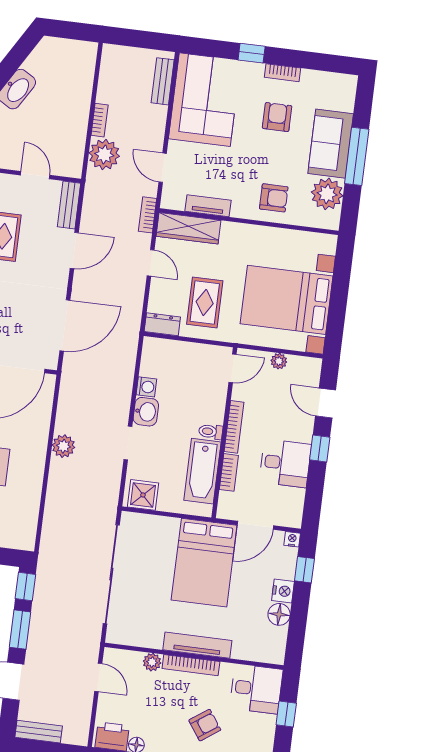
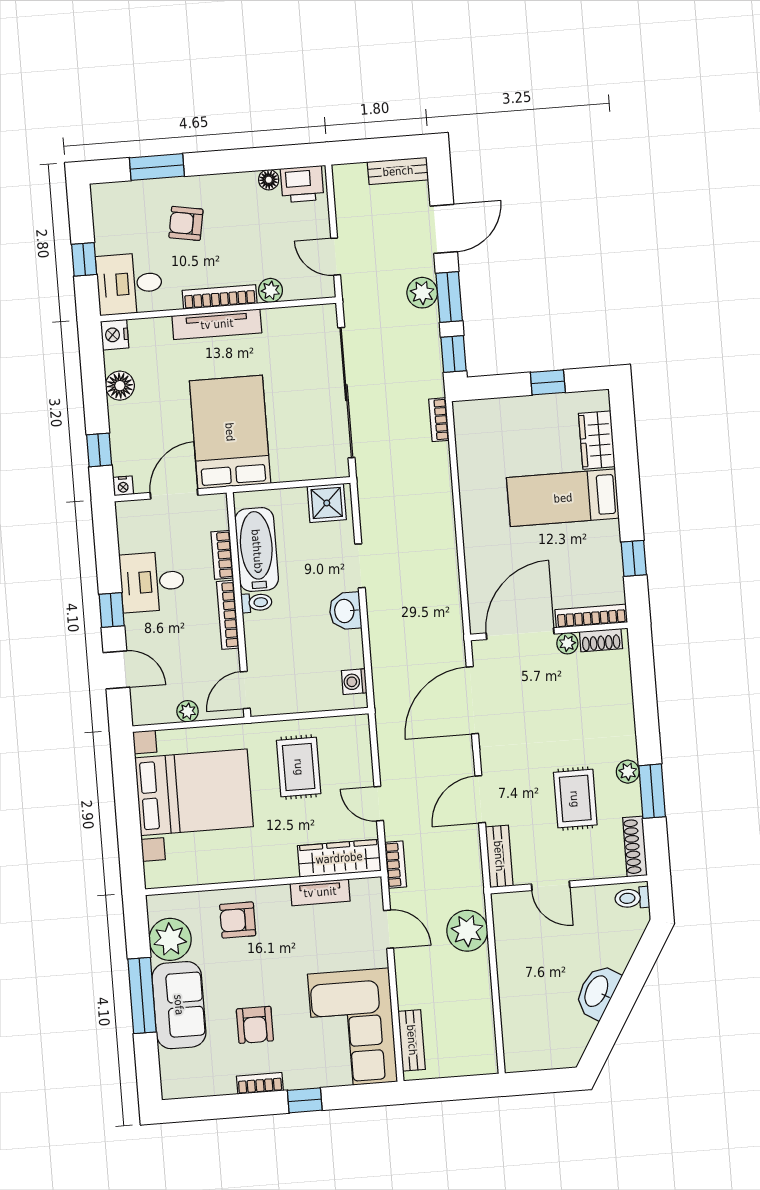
bookcase: (100, 120) -> (439, 420), moved
dresser: (162, 324) -> (347, 728), removed
washing machine: (146, 387) -> (354, 682), moved
plant: (63, 446) -> (422, 293), moved
nightstand: (283, 591) -> (115, 335), moved
armchair: (205, 725) -> (186, 223), turned 45

